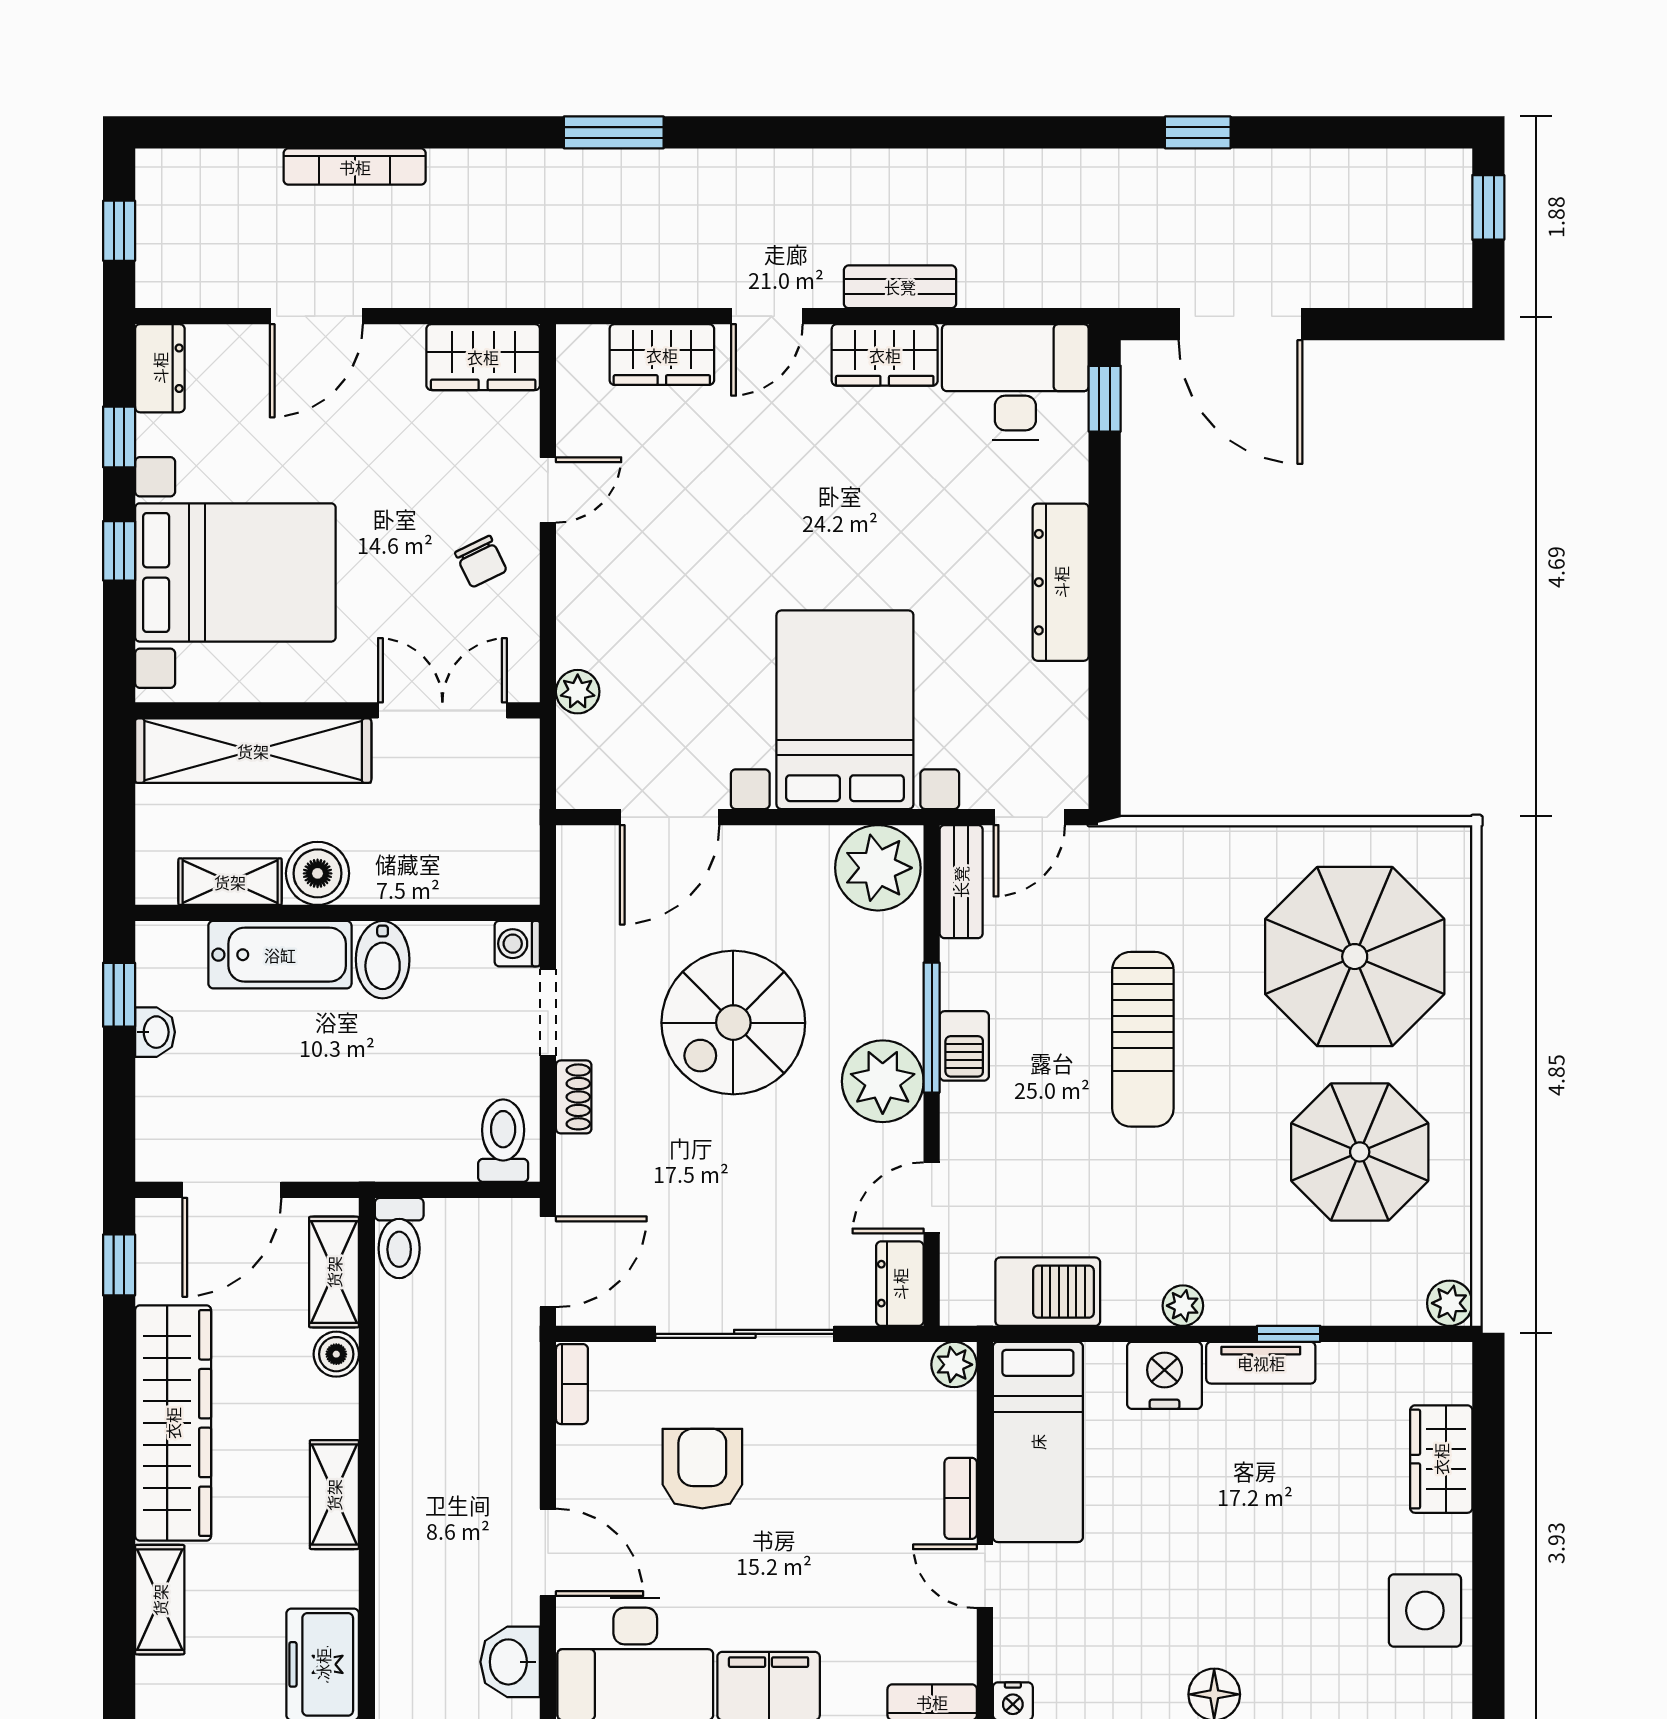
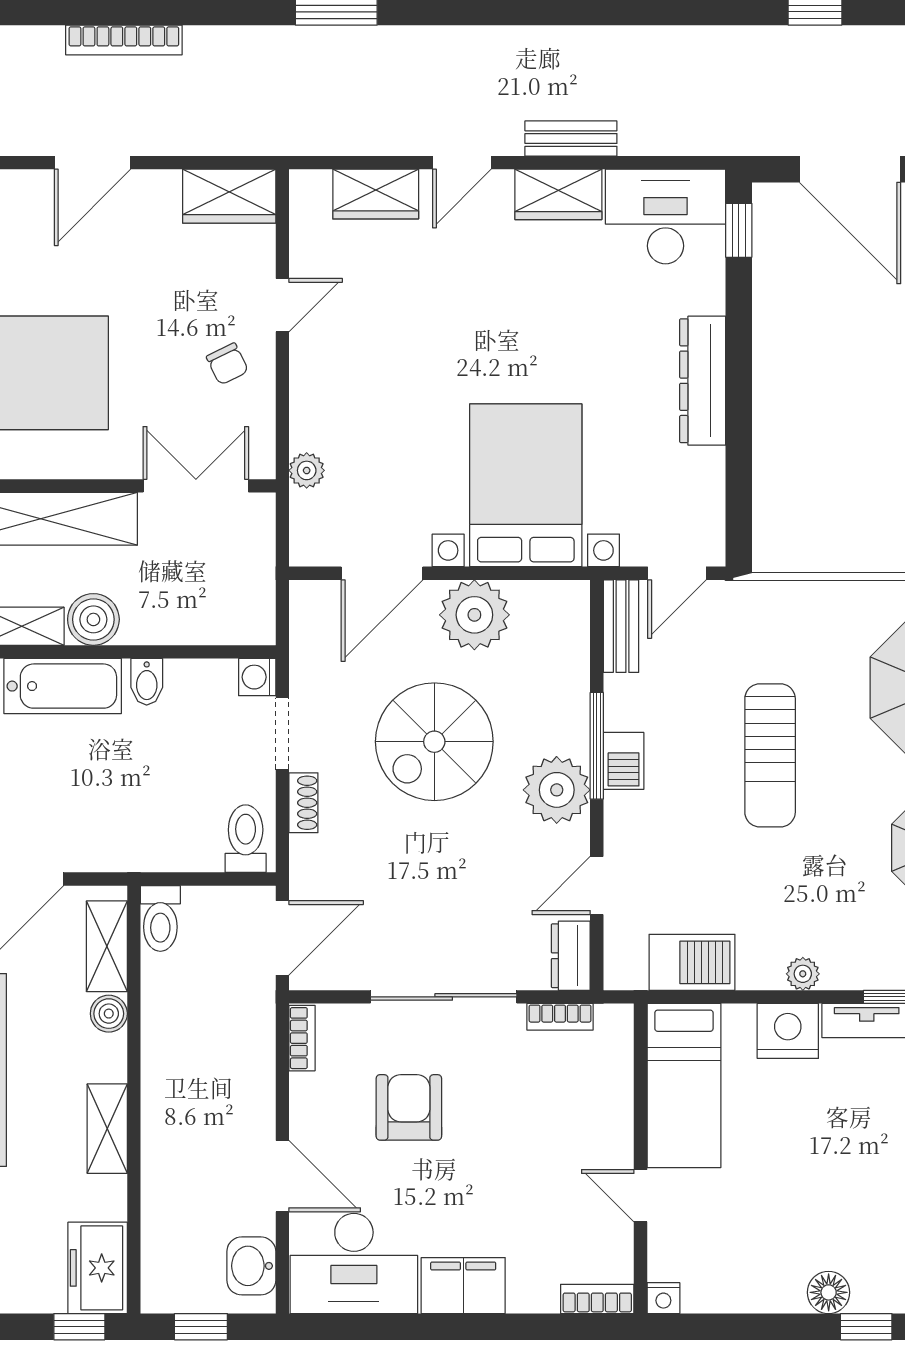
plant: (878, 868) -> (474, 615), moved
bidet: (383, 960) -> (147, 682), width x0.72, depth x0.74
plant: (954, 1365) -> (615, 1022), removed
bookcase: (961, 1498) -> (560, 1017), moved, turned -90

